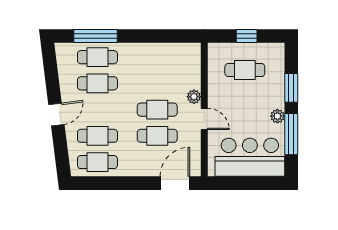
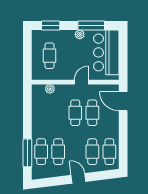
window: (247, 36) -> (27, 55), removed
window: (291, 88) -> (51, 26), moved
plant: (194, 97) -> (50, 89), moved

